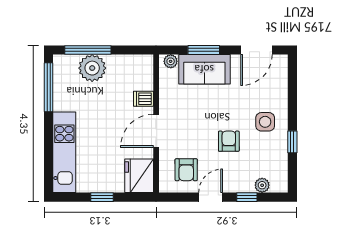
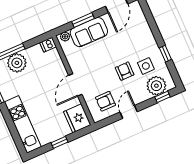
dishwasher: (144, 99) -> (48, 45), moved
side table: (265, 122) -> (146, 66), moved
armchair: (186, 170) -> (105, 101), turned 90
plant: (262, 185) -> (156, 86), width x1.87, depth x1.87
window: (247, 197) -> (162, 97), moved

